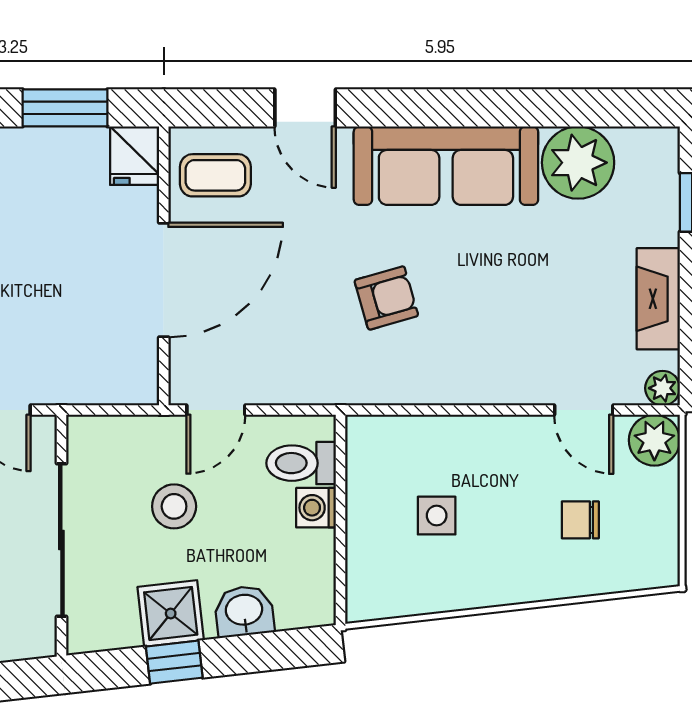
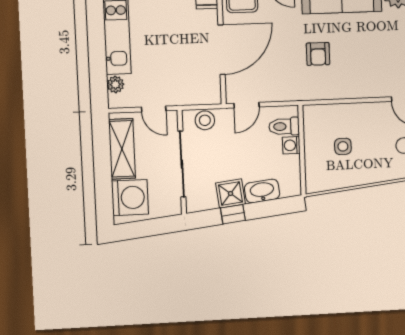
armchair: (386, 298) -> (318, 54), turned 106
stool: (174, 506) -> (205, 120), moved
washbasin: (244, 611) -> (262, 191), width x1.38

